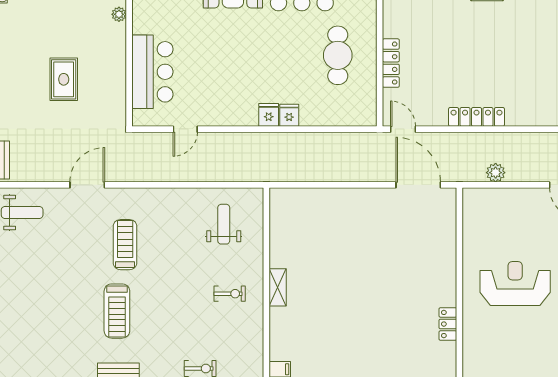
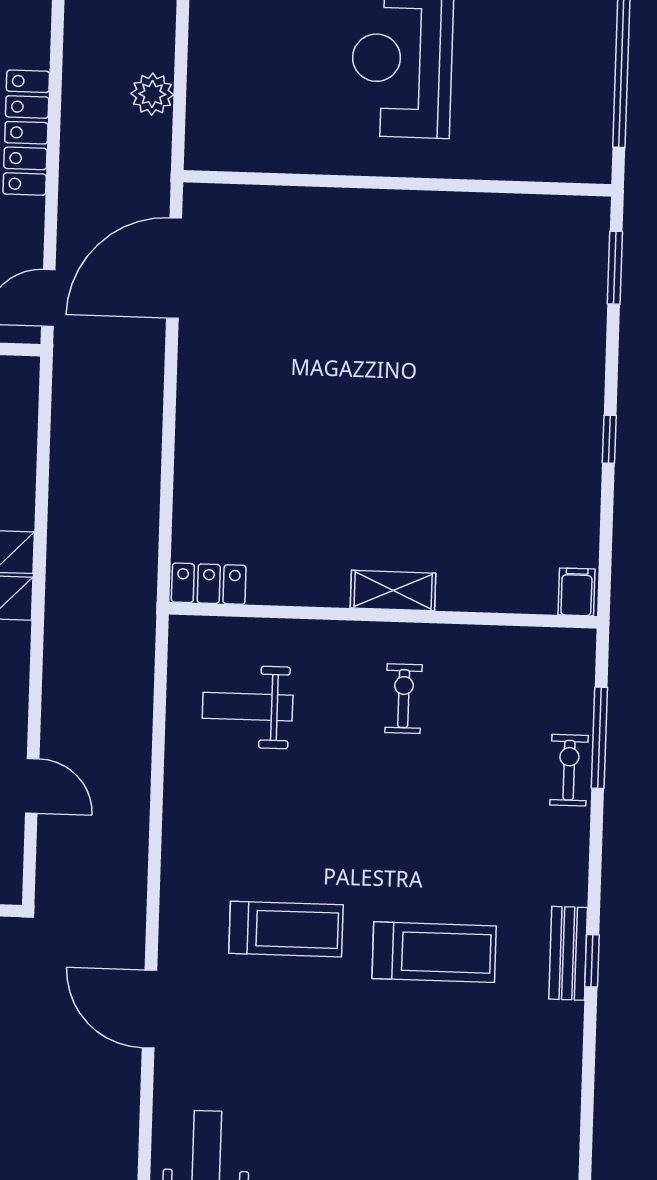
treadmill: (125, 245) -> (286, 929), turned 180
locker: (448, 324) -> (209, 584), moved, turned 180

